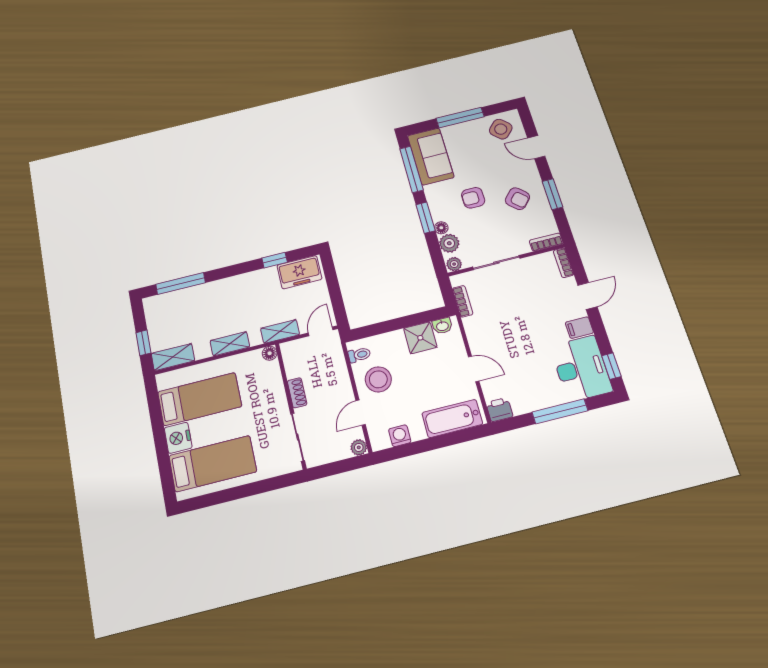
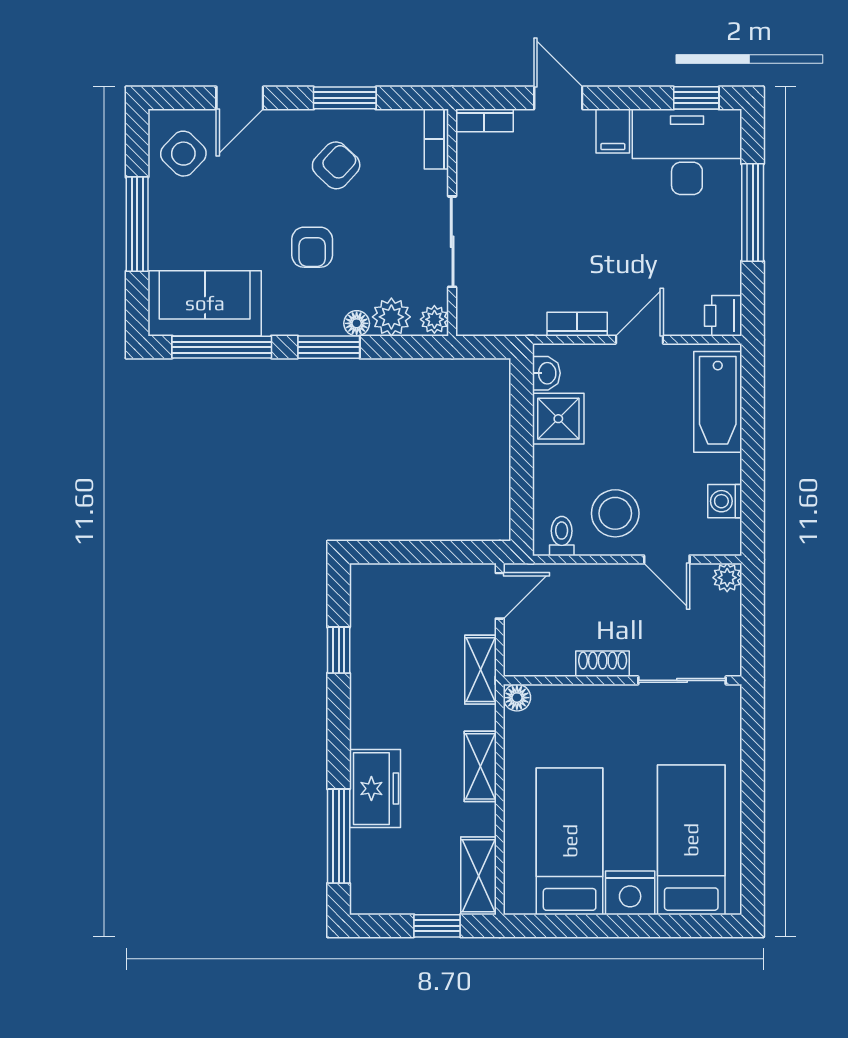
freezer: (299, 272) -> (375, 789), moved
bookcase: (463, 301) -> (577, 324), moved
door: (321, 331) -> (500, 596), swing flipped

